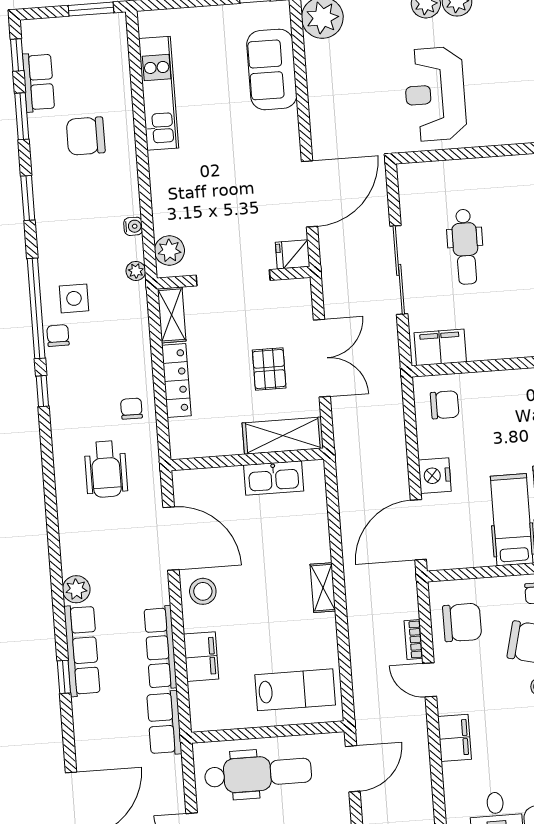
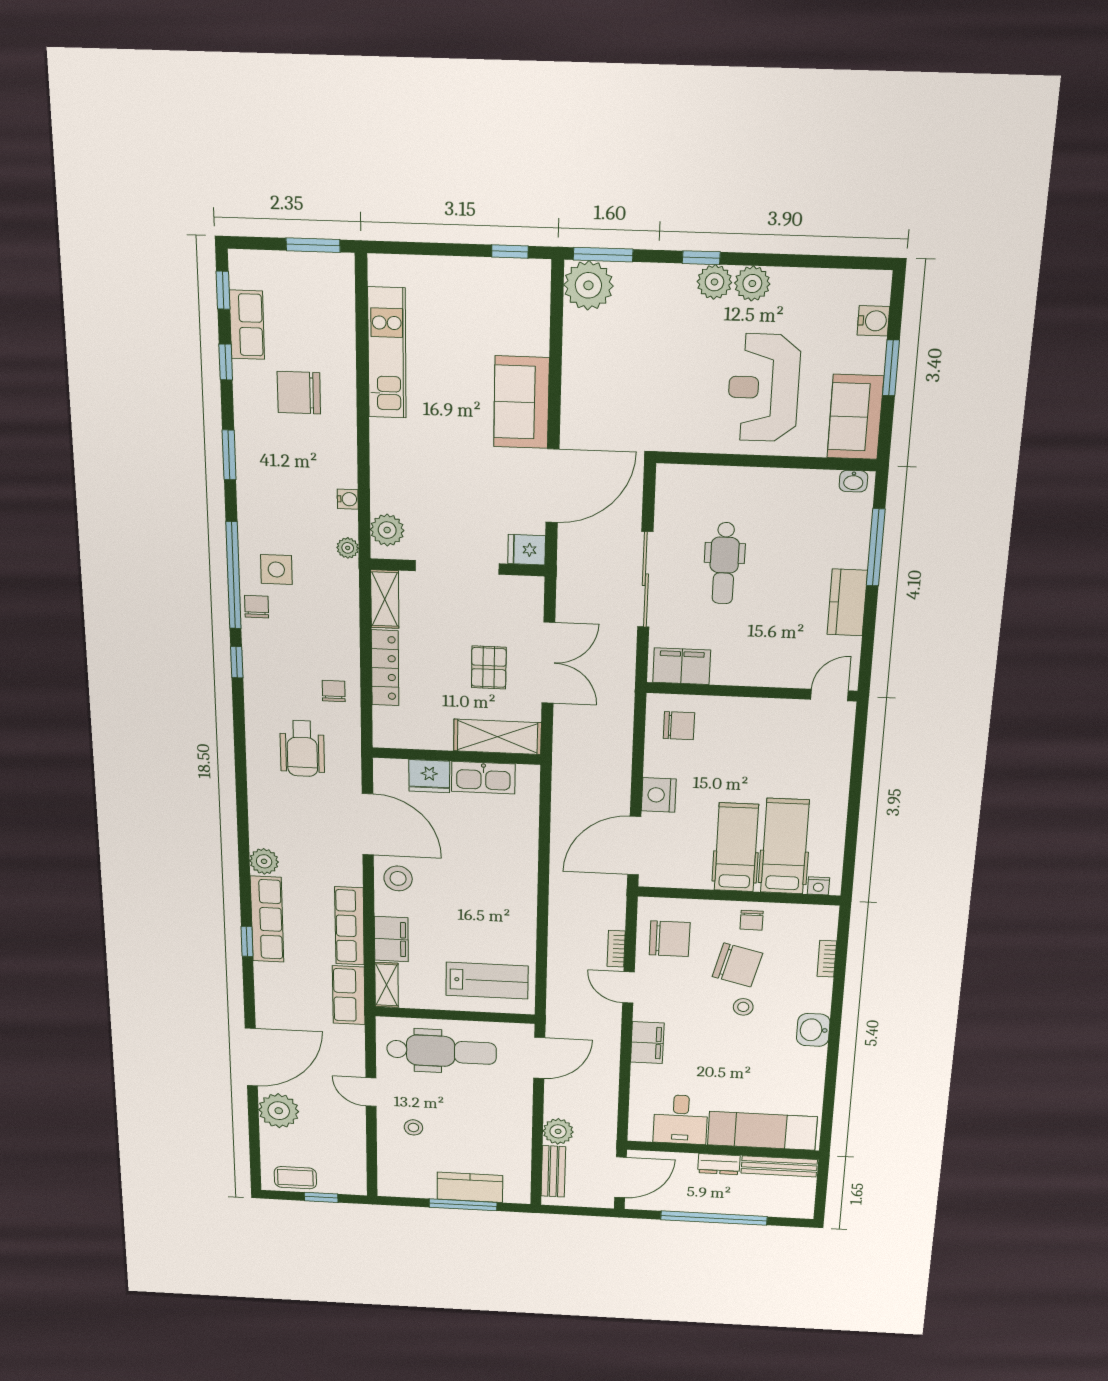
sofa: (272, 69) -> (521, 402), moved
reception desk: (435, 94) -> (764, 388), moved
window: (22, 116) -> (226, 362), width x0.67
fridge: (224, 482) -> (429, 776), added
shelving: (323, 588) -> (387, 985), moved

